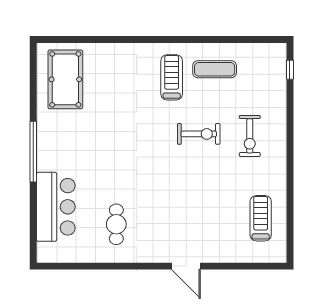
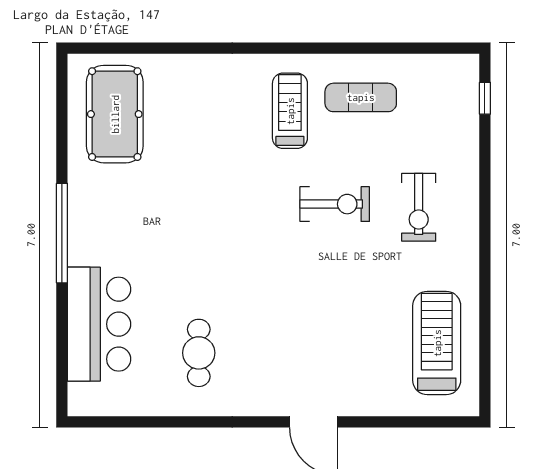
treadmill: (261, 218) -> (437, 343), width x1.37, depth x1.38

